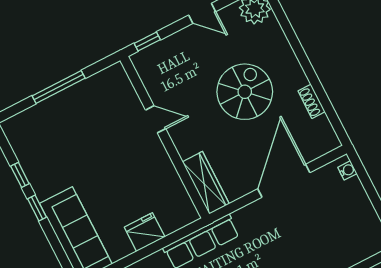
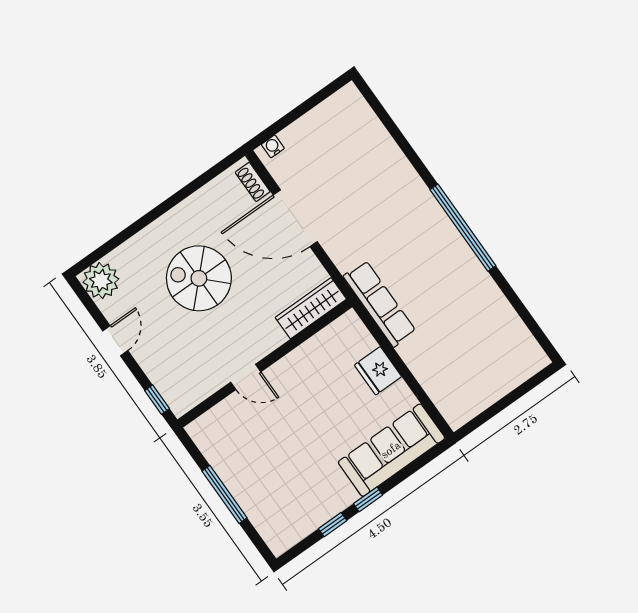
shoe rack: (312, 101) -> (253, 182), moved, turned 90
door: (156, 119) -> (246, 377), swing flipped

